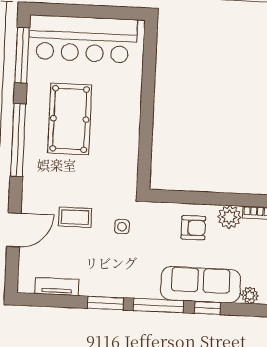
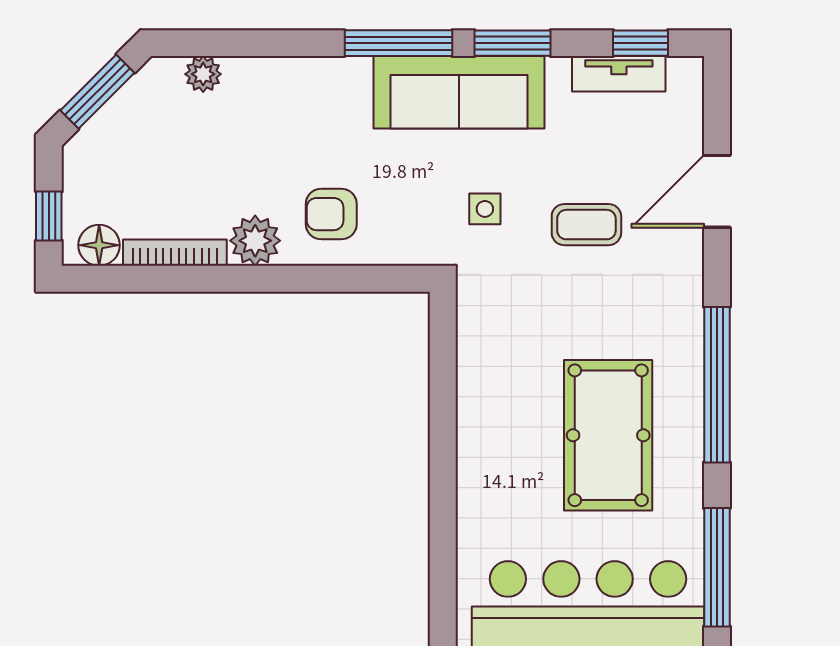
sofa: (201, 285) -> (459, 92), moved
window: (207, 308) -> (641, 43), moved

